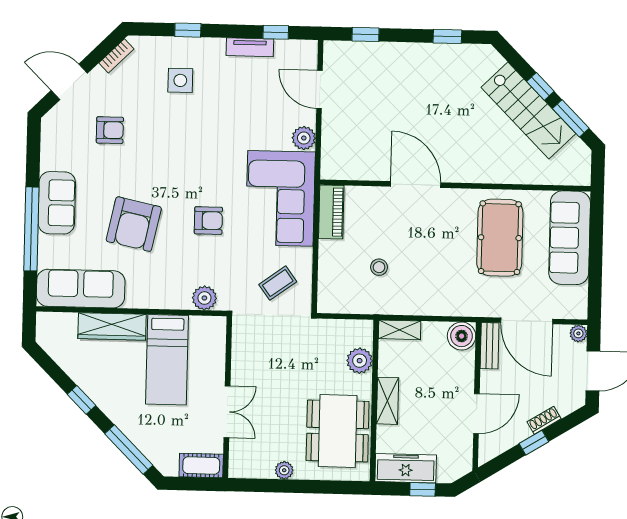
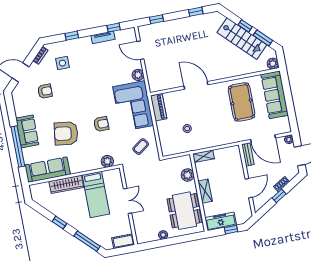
side table: (180, 80) -> (62, 63), moved
plant: (579, 174) -> (273, 64), added
armchair: (134, 224) -> (66, 133), turned 86
boiler: (462, 336) -> (234, 153), removed
double door: (227, 412) -> (128, 201), moved

